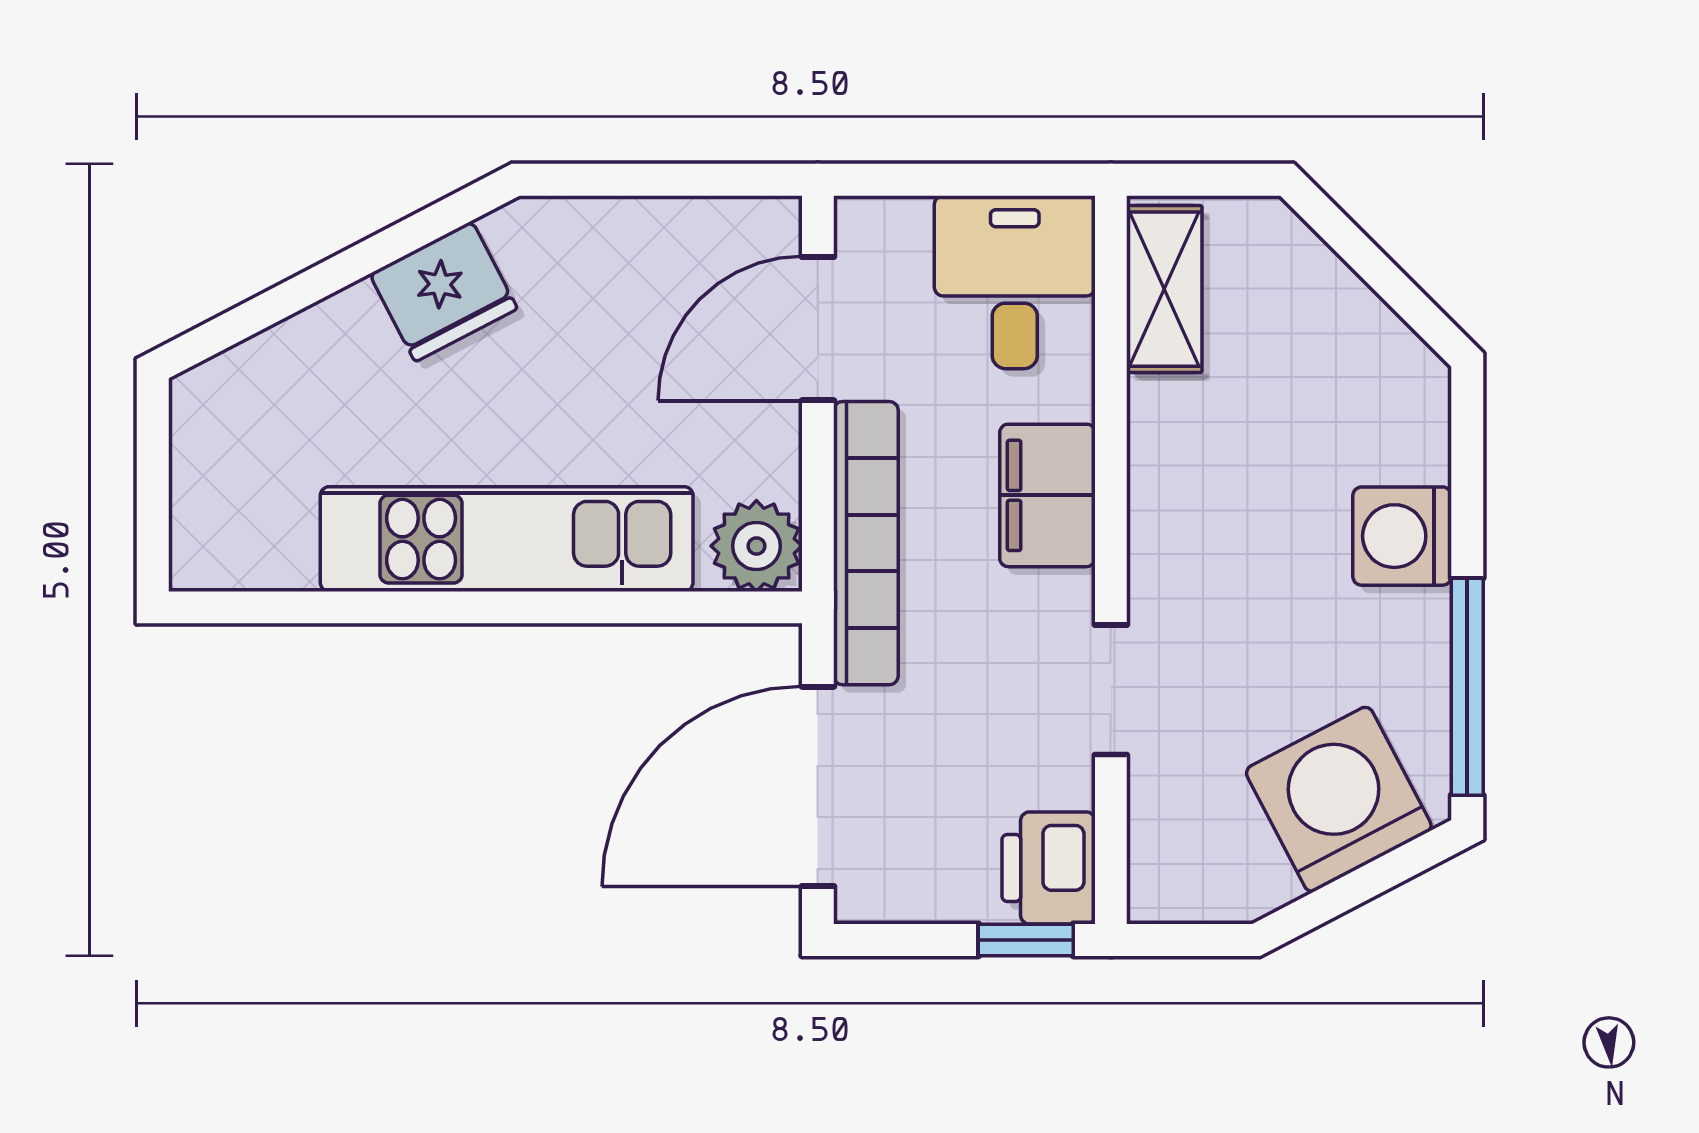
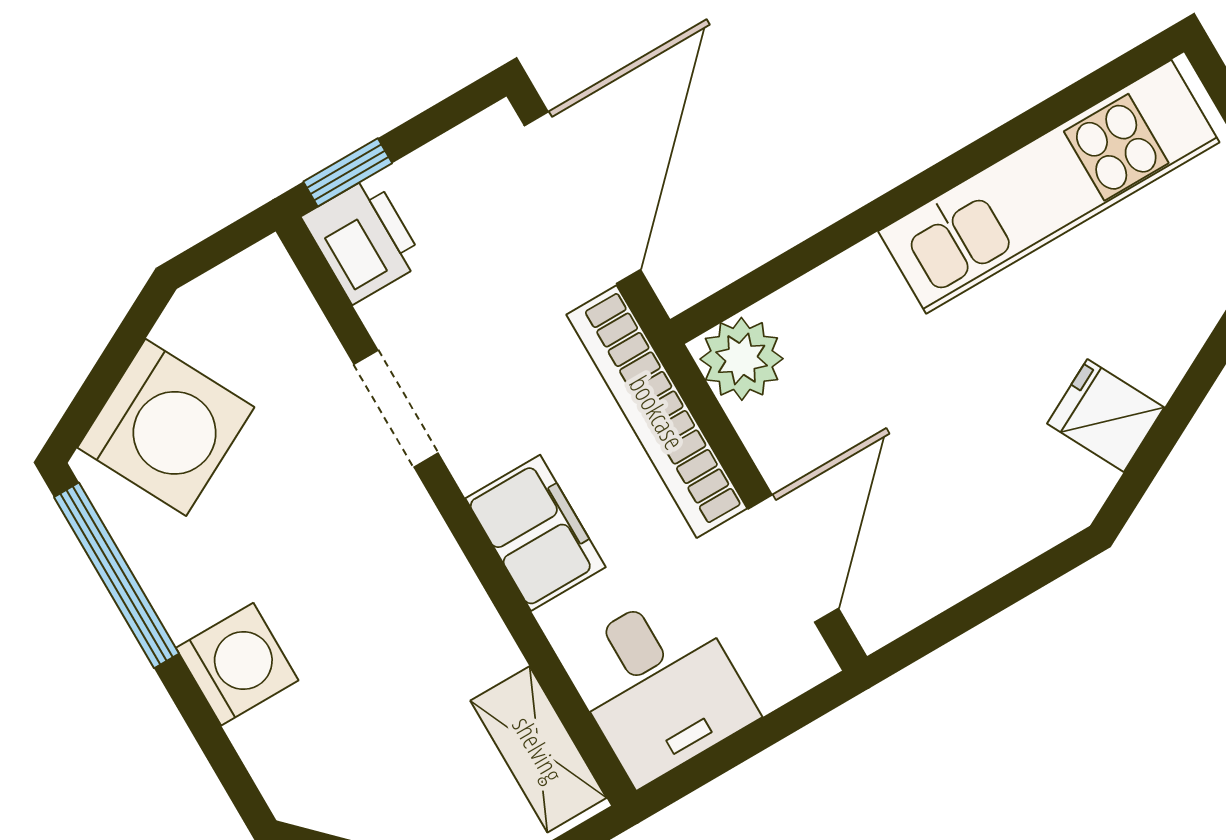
fridge: (444, 291) -> (1106, 415), width x0.72
kitchen unit: (507, 539) -> (1049, 187), moved

